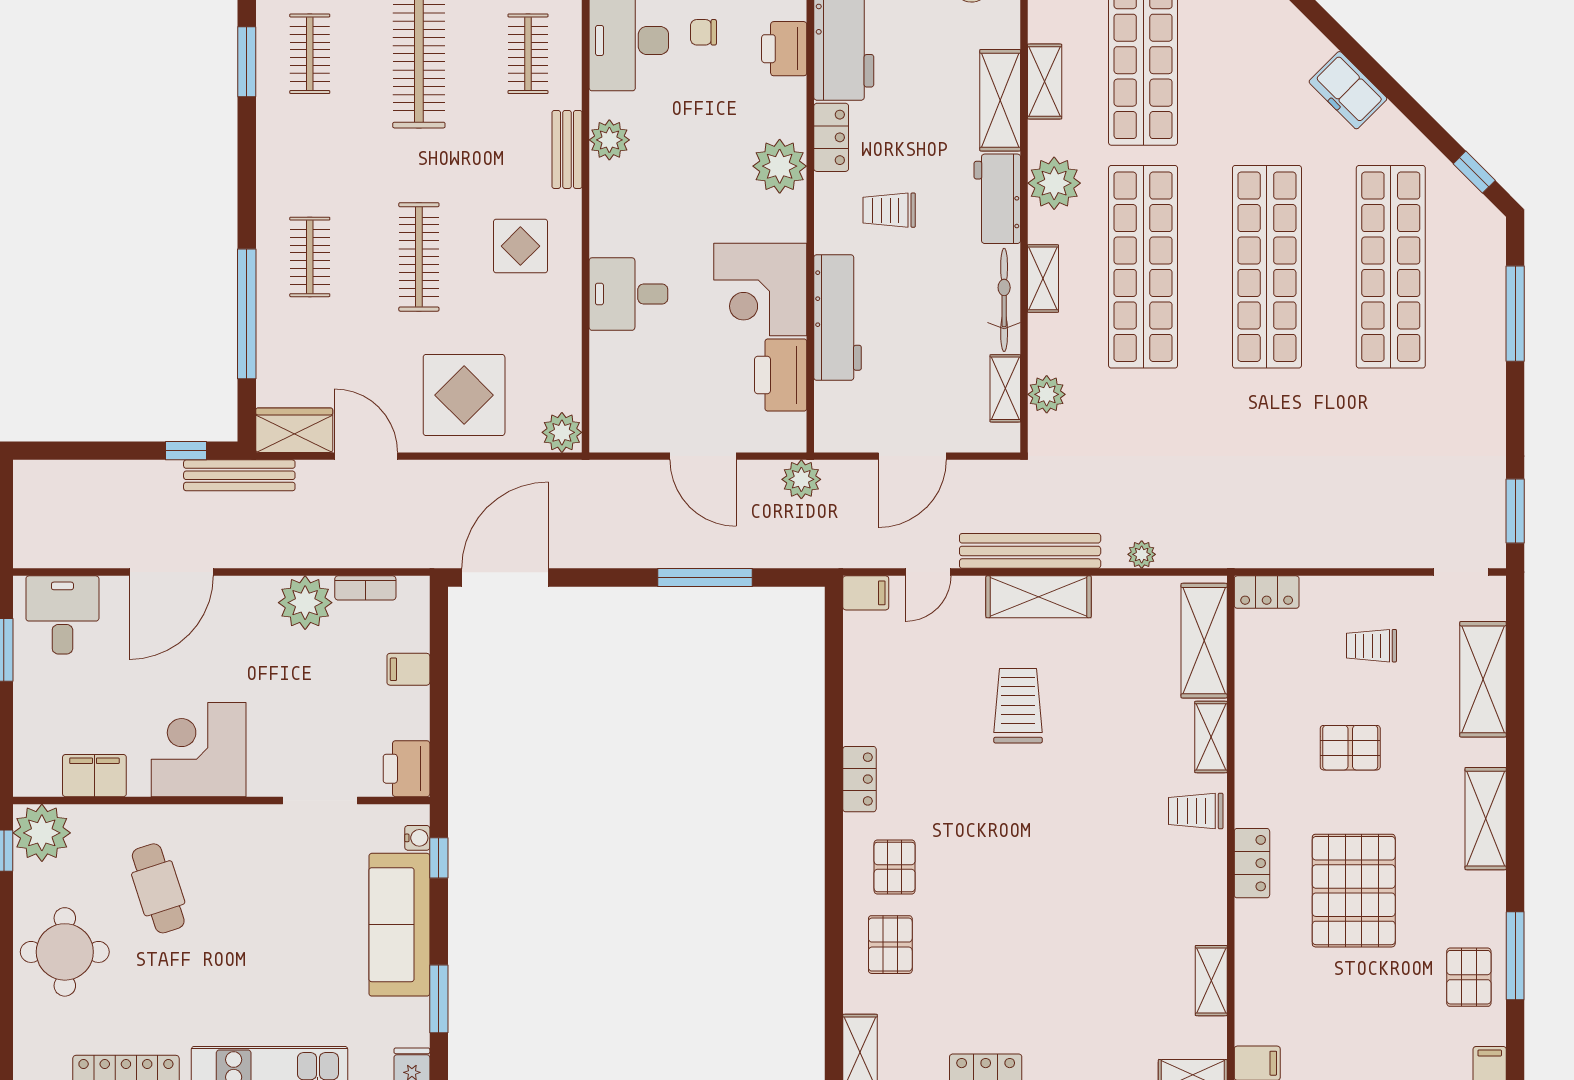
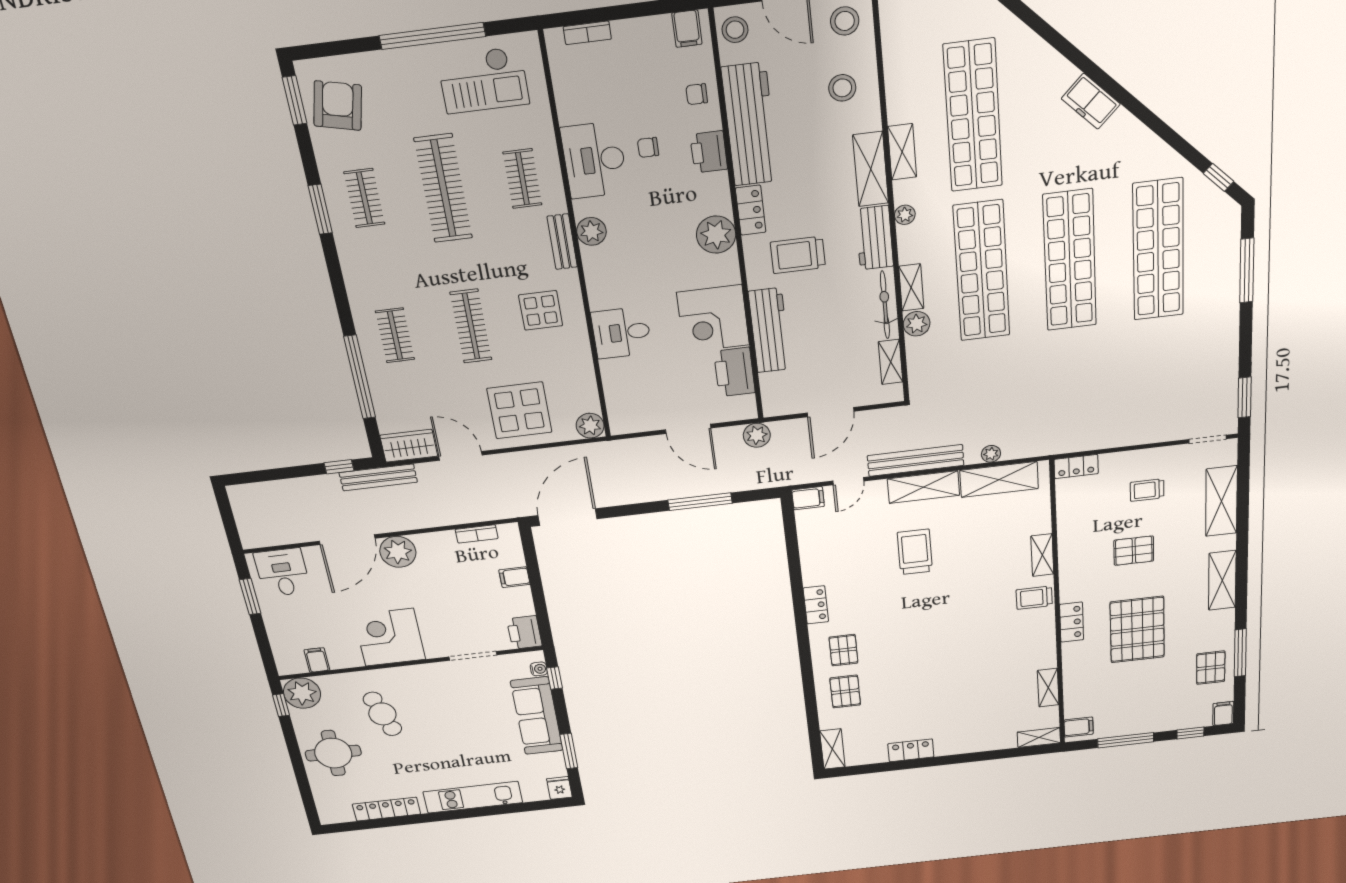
freezer: (1348, 90) -> (1091, 101), moved
plant: (1054, 183) -> (905, 215), width x0.53, depth x0.53
trolley: (889, 210) -> (798, 255), width x1.36, depth x1.39
plant: (1047, 394) -> (917, 324), moved
plant: (305, 603) -> (398, 552), moved
shelving: (1204, 641) -> (999, 479), moved, turned 90
filing cabinet: (94, 776) -> (317, 660), width x0.50

